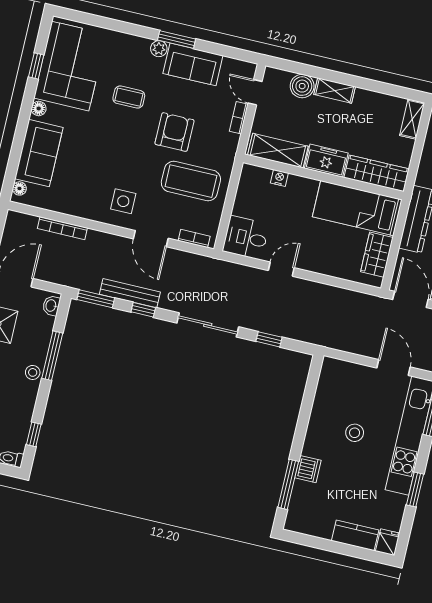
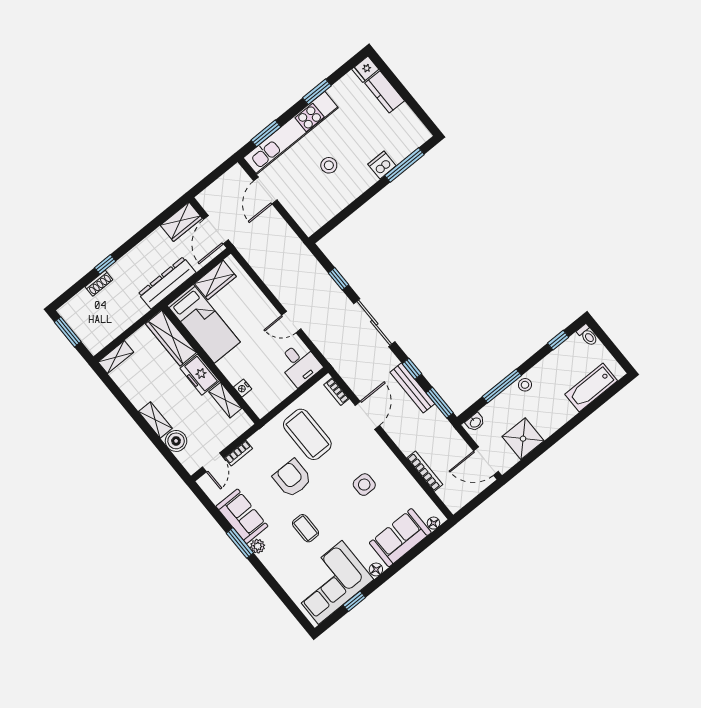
armchair: (174, 132) -> (292, 478), turned 90
shelving: (278, 151) -> (225, 400), width x0.67, depth x0.75
side table: (123, 201) -> (364, 485), moved

